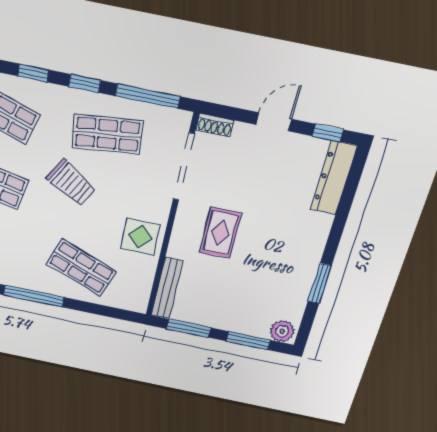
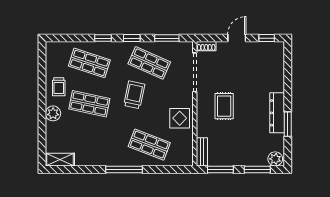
window: (148, 96) -> (167, 38), width x0.69
shop shelf: (107, 134) -> (149, 63), turned 30
dresser: (334, 178) -> (277, 113), moved
trolley: (71, 183) -> (134, 95), turned -109
bench: (167, 288) -> (202, 152), width x0.73

